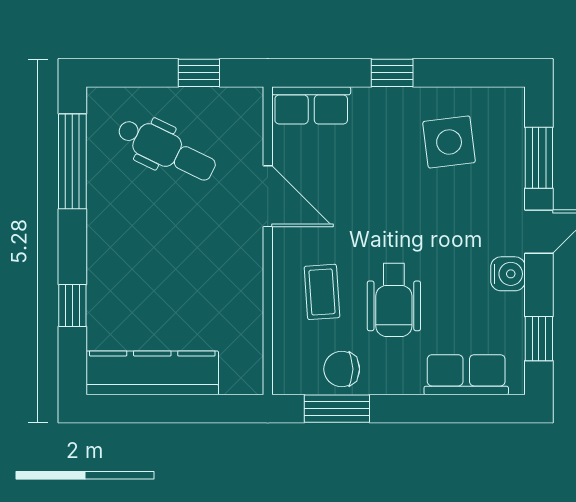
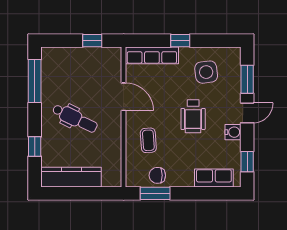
row of seats: (311, 105) -> (152, 55), width x1.48
dental chair: (166, 149) -> (75, 118), moved
wheelchair: (394, 300) -> (193, 116), moved

